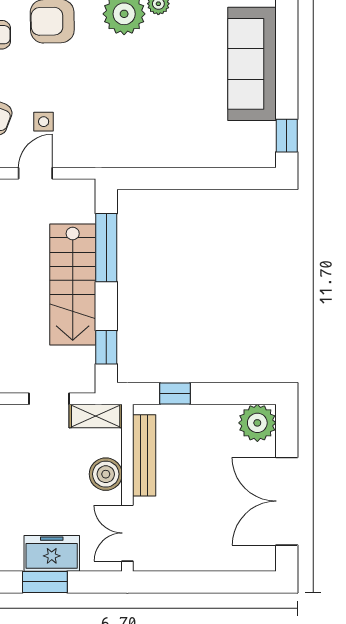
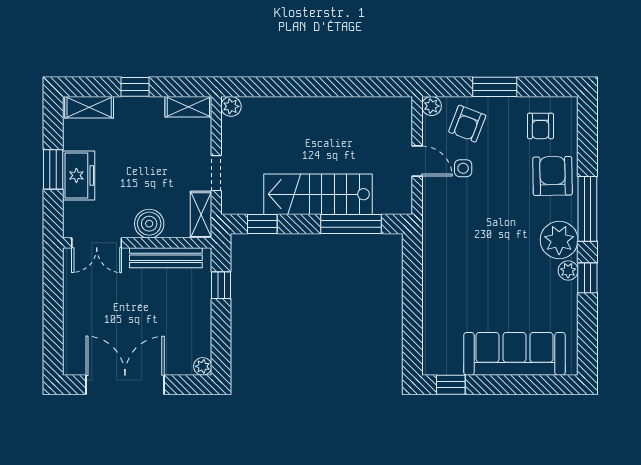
plant: (257, 423) -> (203, 366), width x0.53, depth x0.53
double door: (127, 533) -> (97, 243), swing flipped

